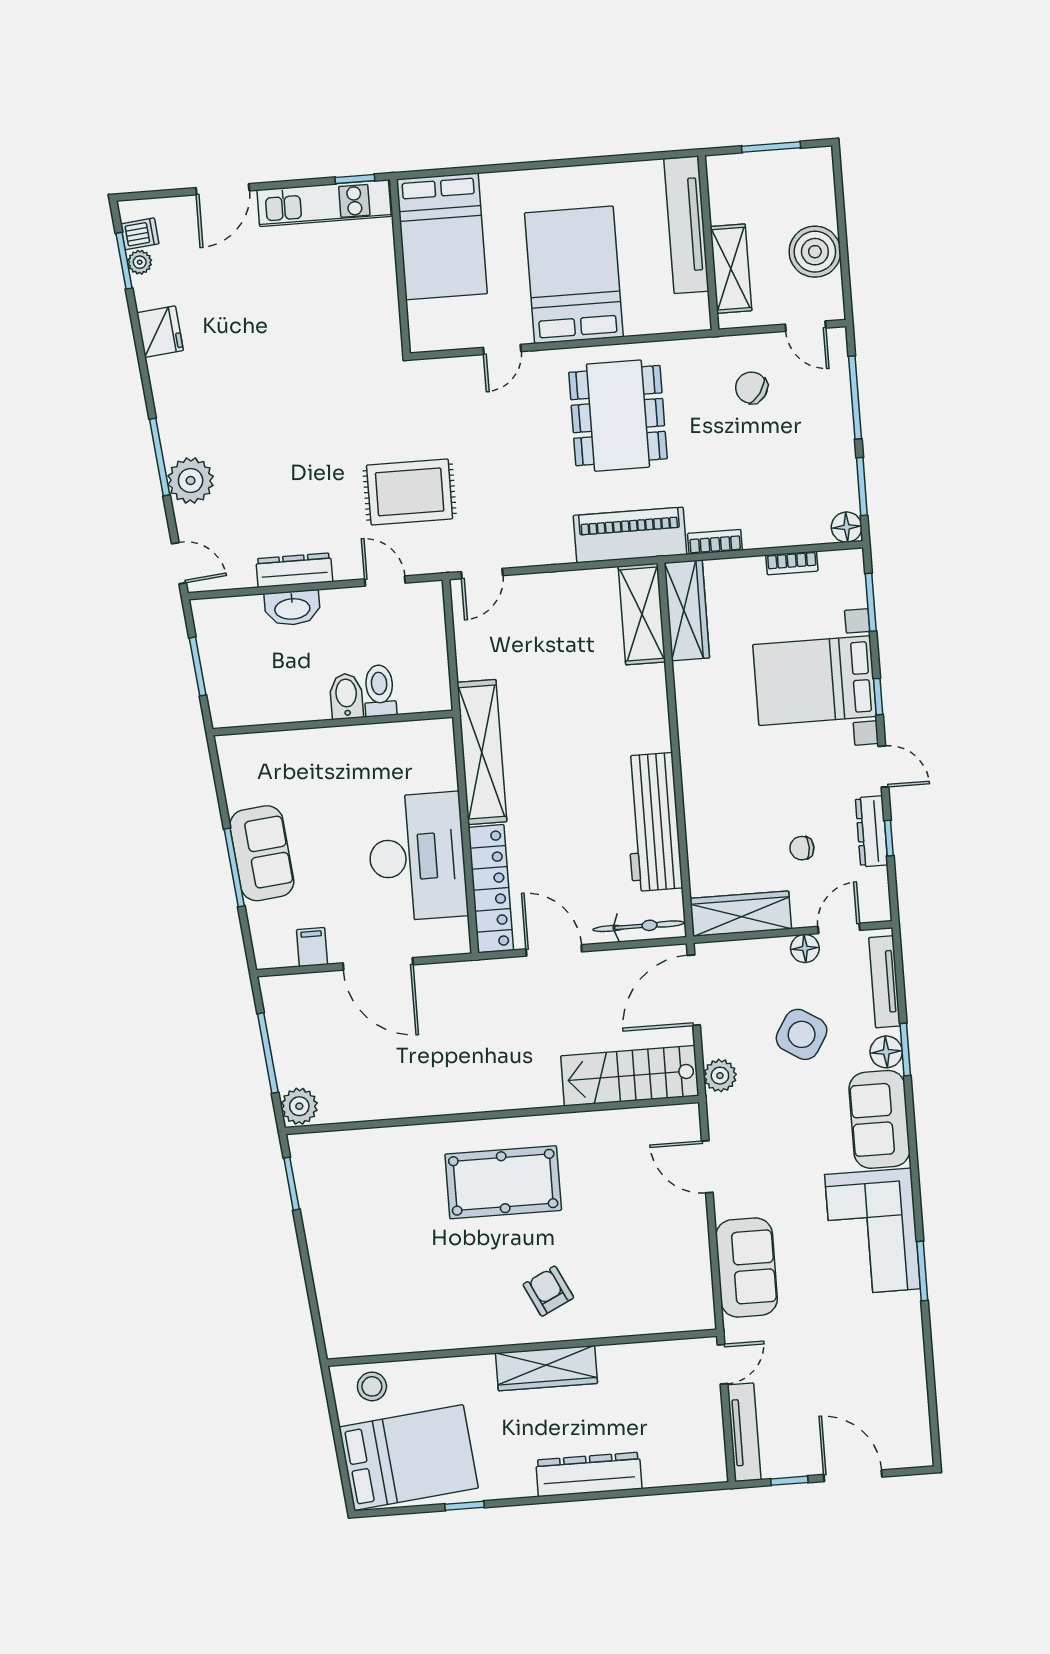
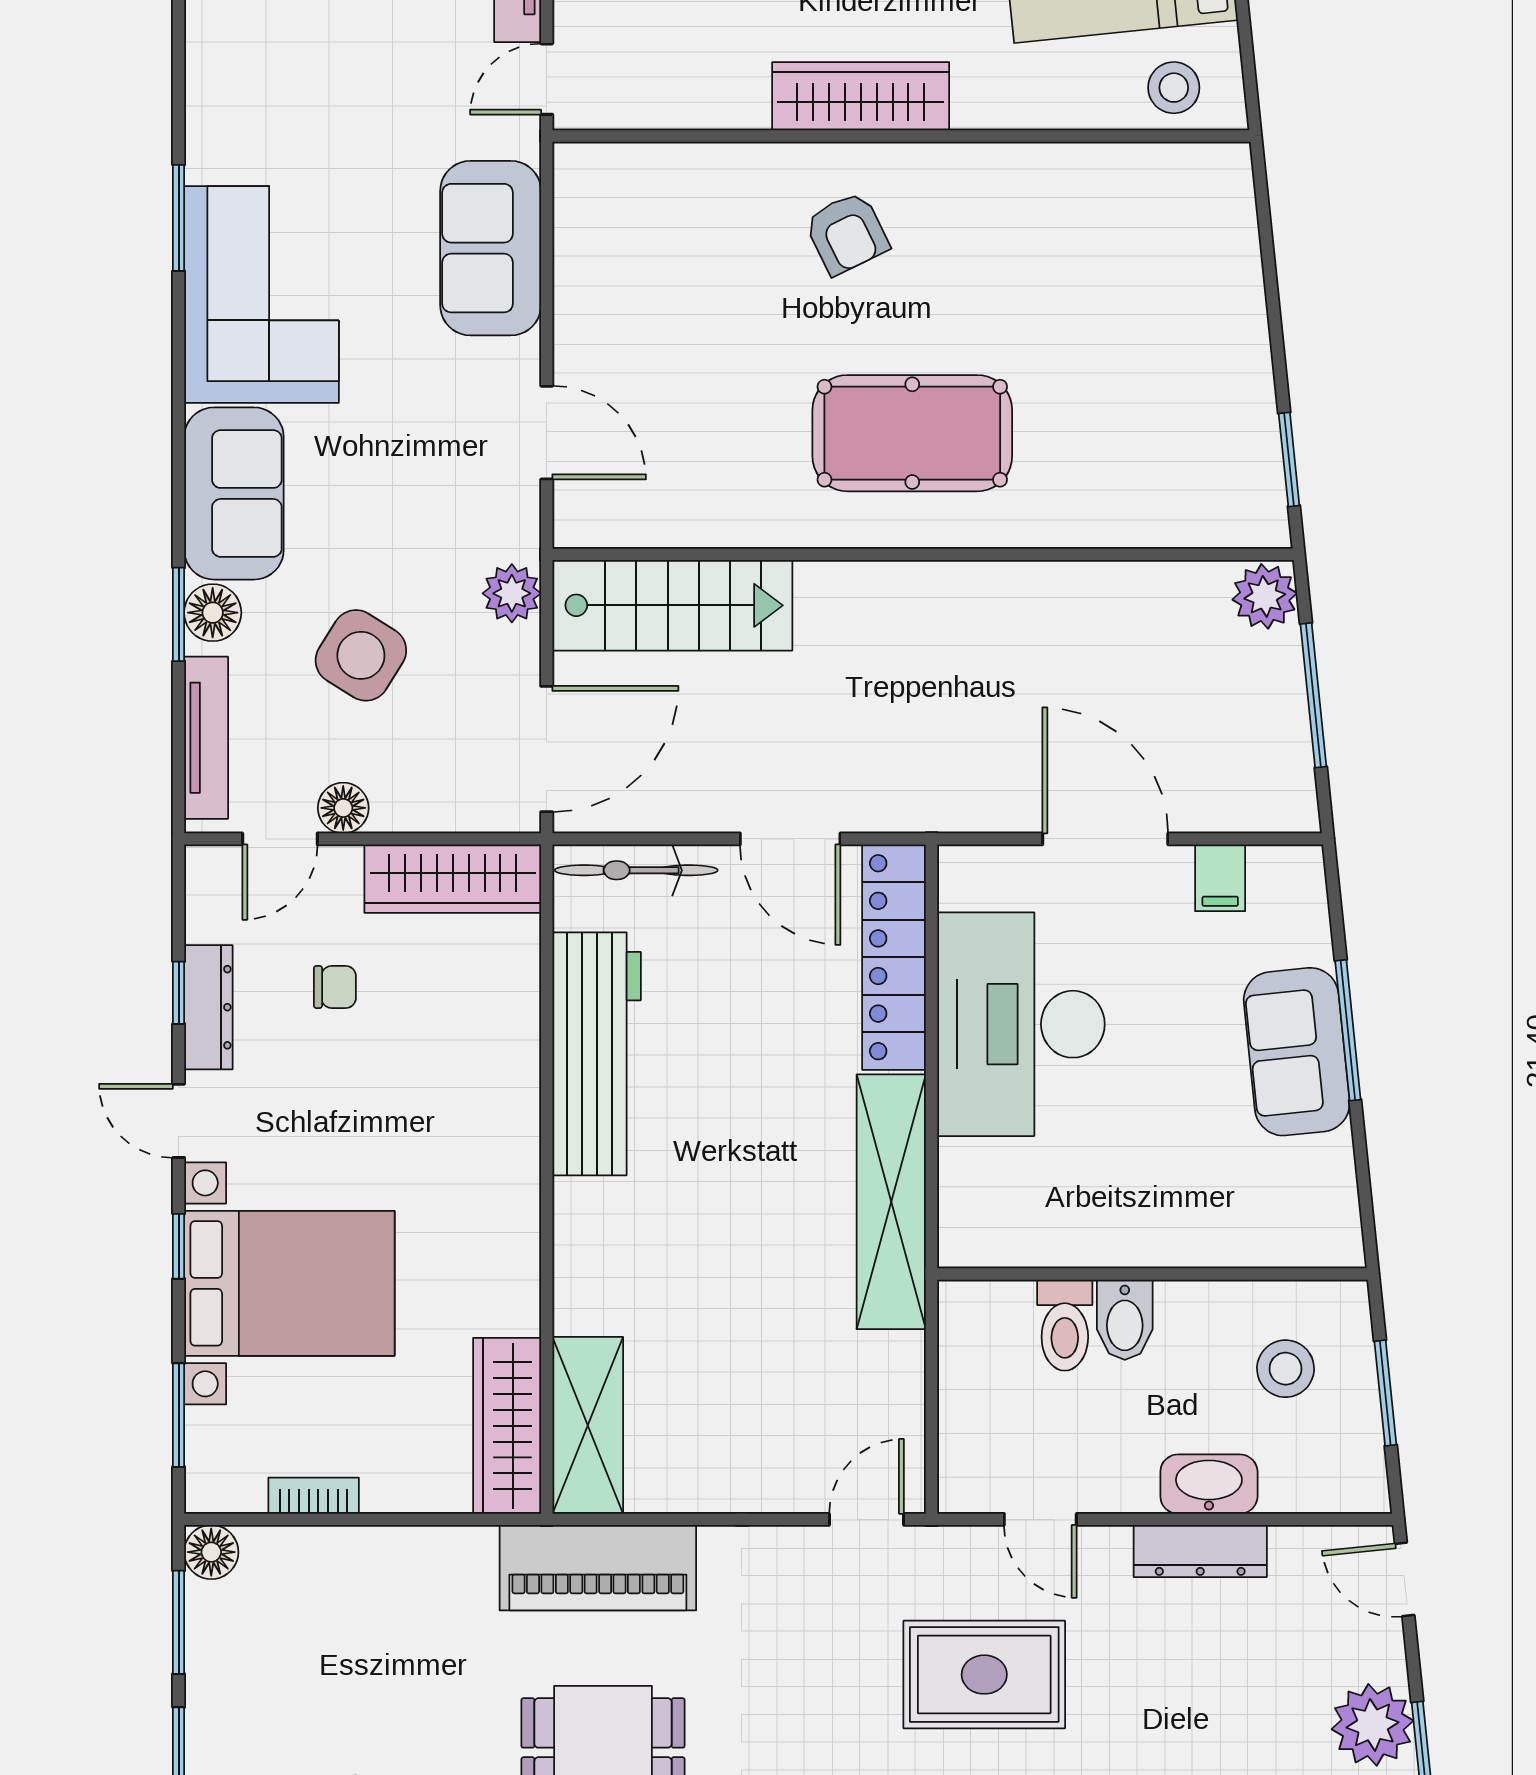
bookcase: (715, 542) -> (448, 1544), removed
stool: (254, 676) -> (1286, 1369), added

